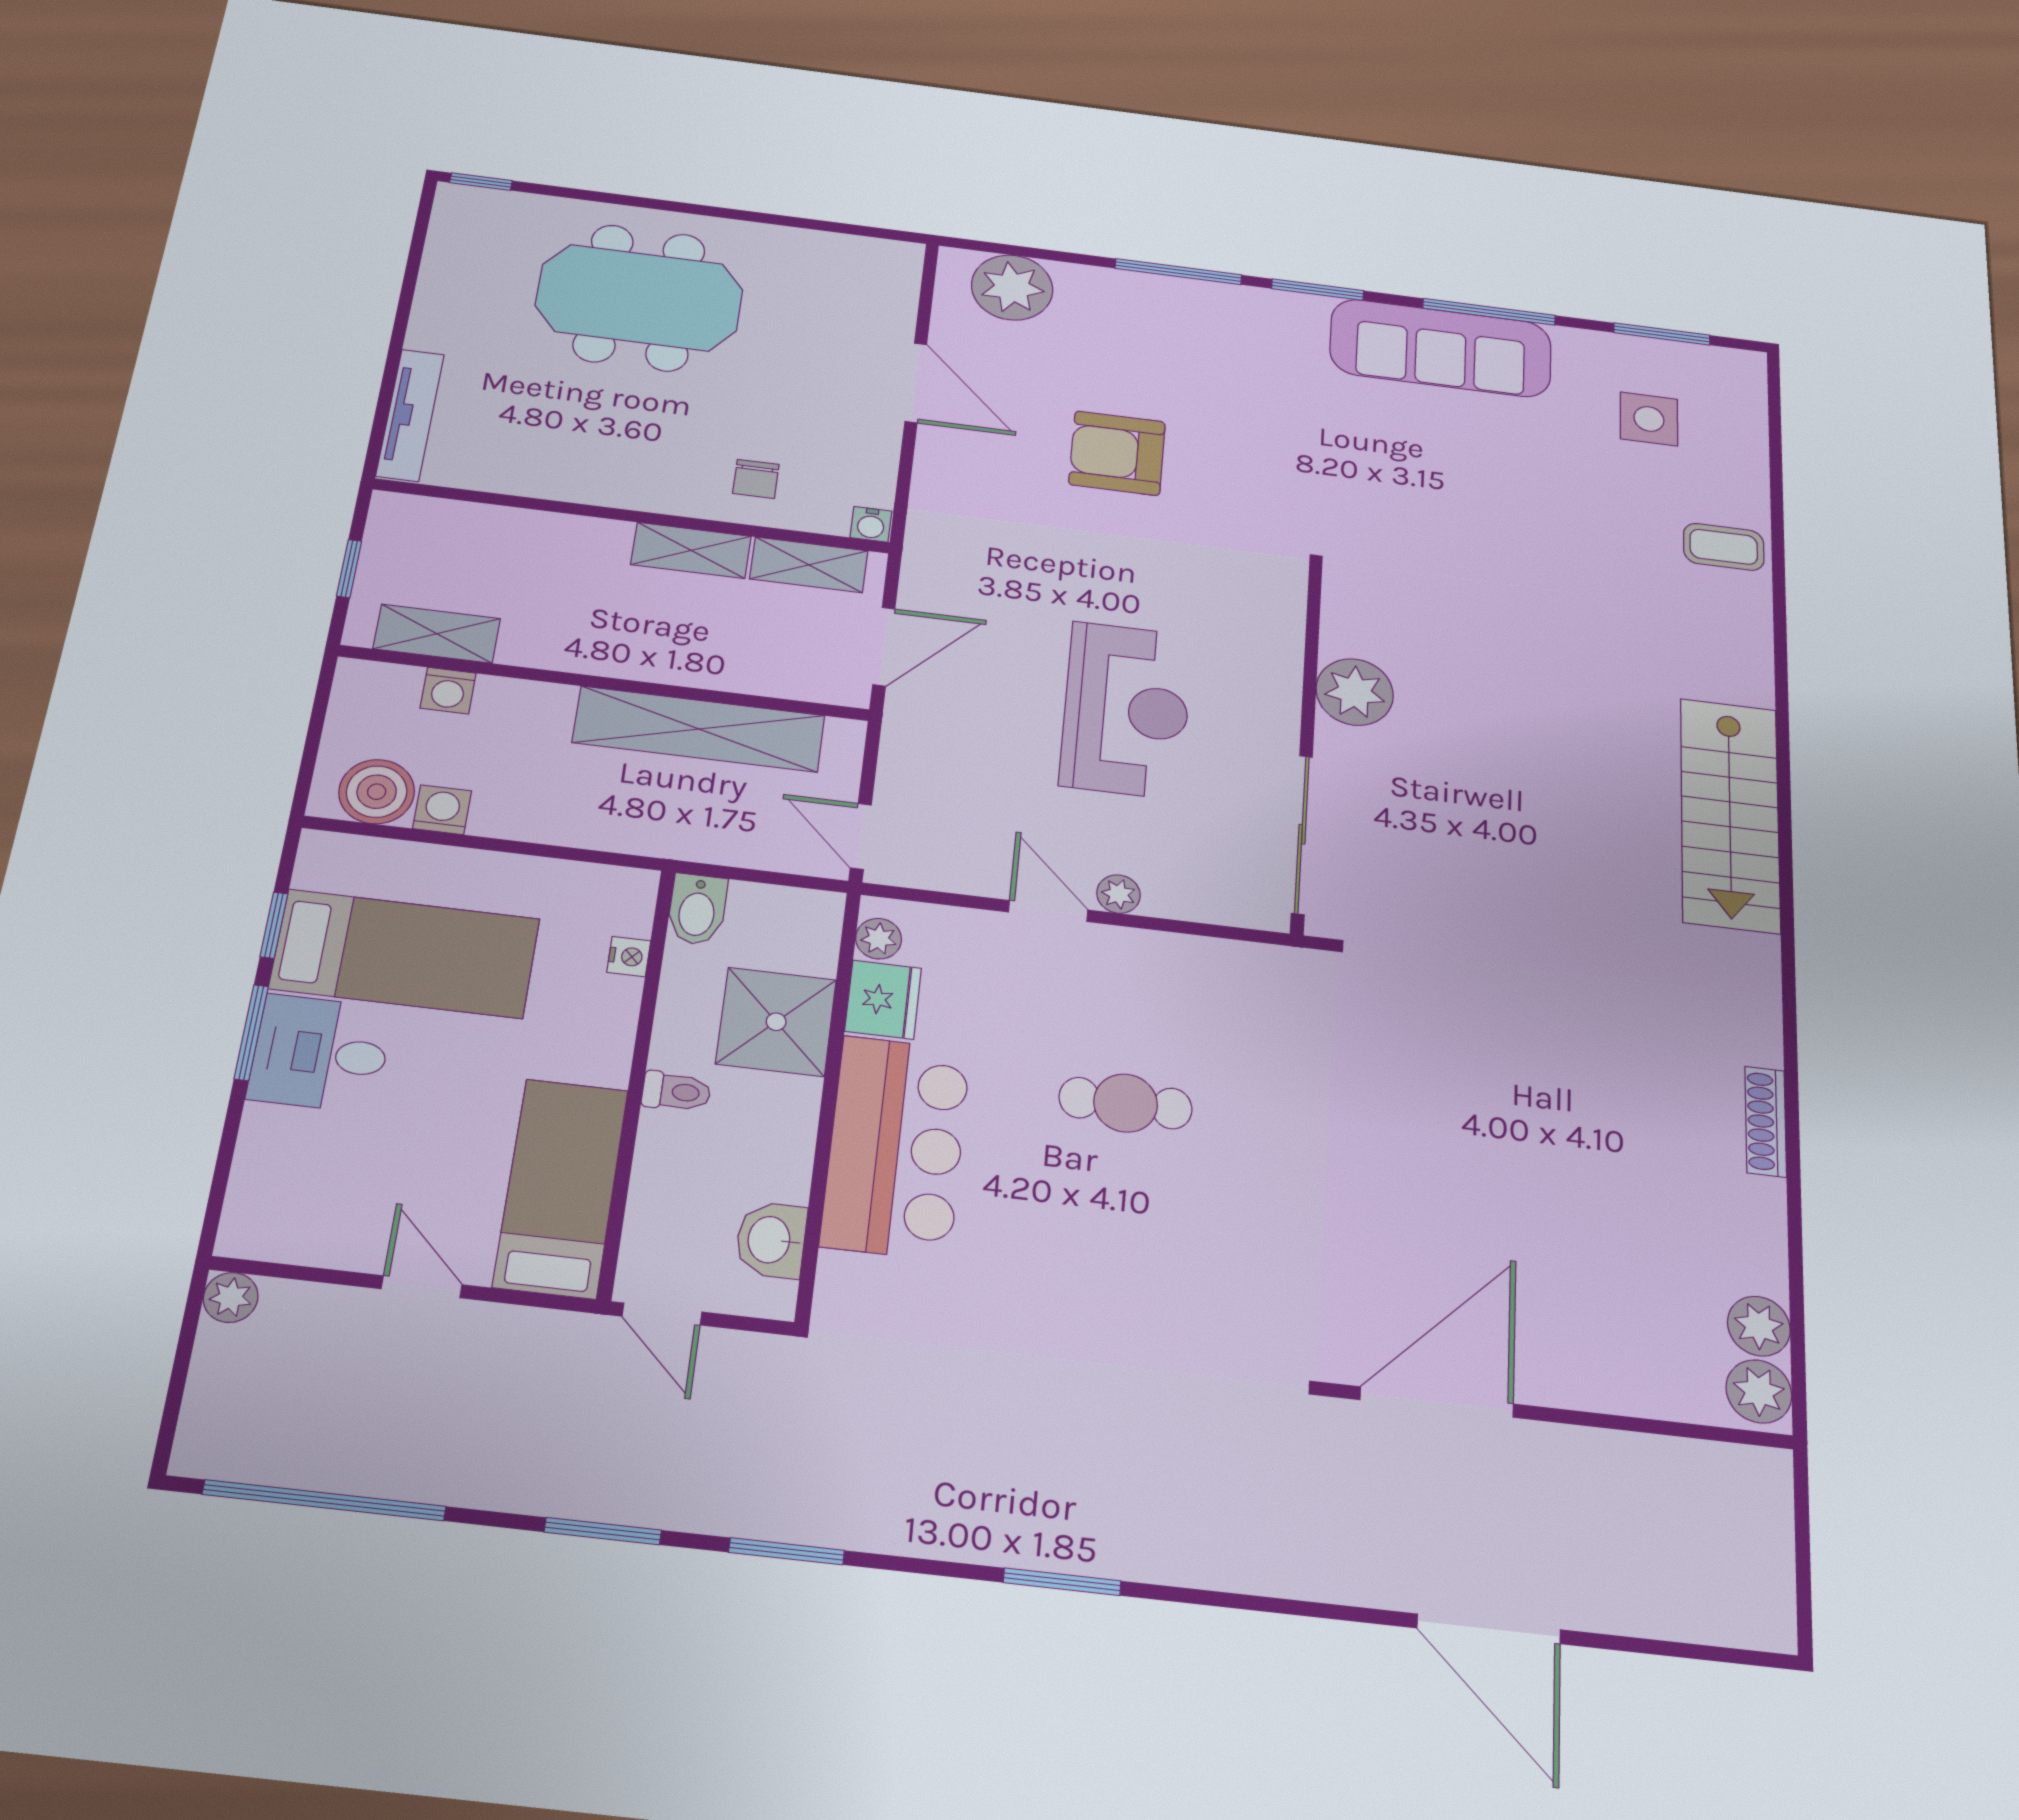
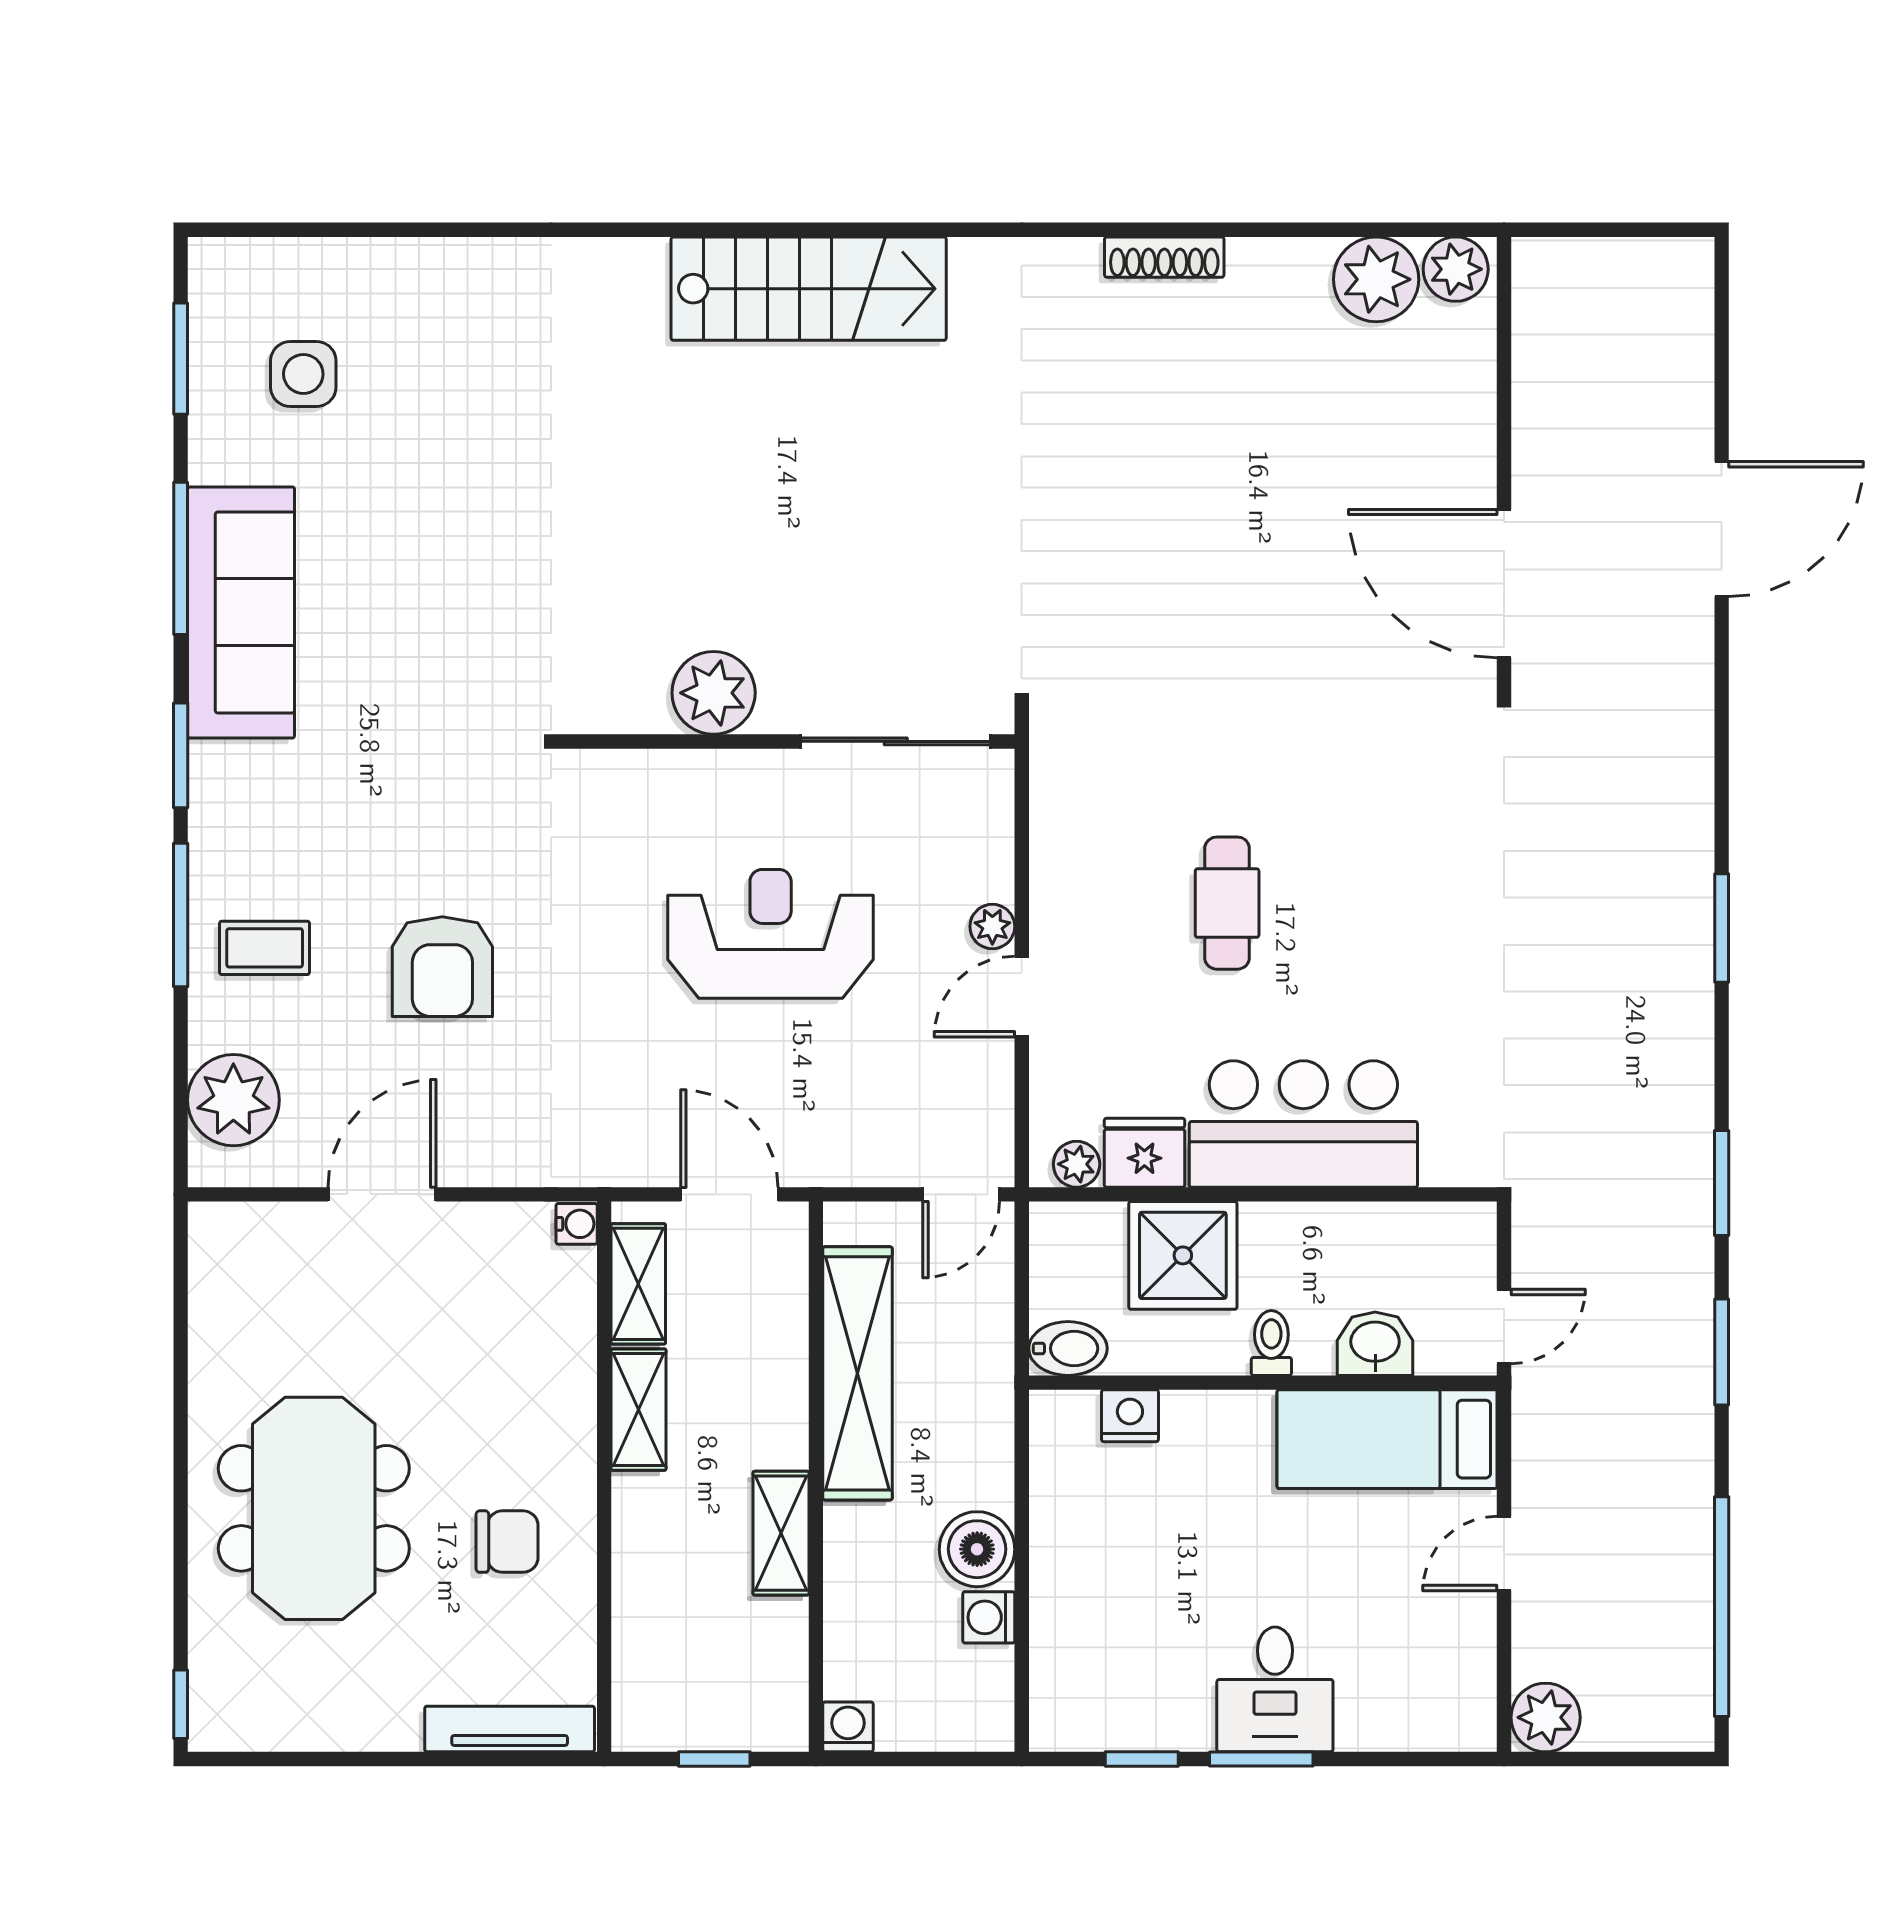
chair: (756, 479) -> (507, 1542), moved, width x1.37, depth x1.37
coffee table: (1724, 547) -> (265, 948), moved, turned 90
shelving: (437, 634) -> (781, 1533), moved
washing machine: (448, 691) -> (848, 1727), moved, turned -90
boiler: (377, 792) -> (977, 1549), moved
bed: (405, 954) -> (1156, 1627), removed
nightstand: (629, 957) -> (1130, 1416), width x1.39, depth x1.35
washbasin: (771, 1240) -> (1375, 1344), moved, turned 180
plant: (231, 1297) -> (1546, 1717), width x1.38, depth x1.38
plant: (1759, 1326) -> (1376, 279), width x1.36, depth x1.36

